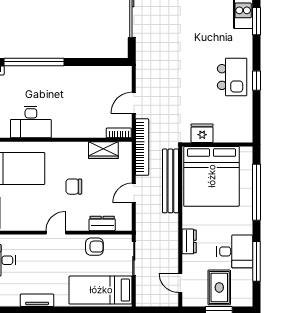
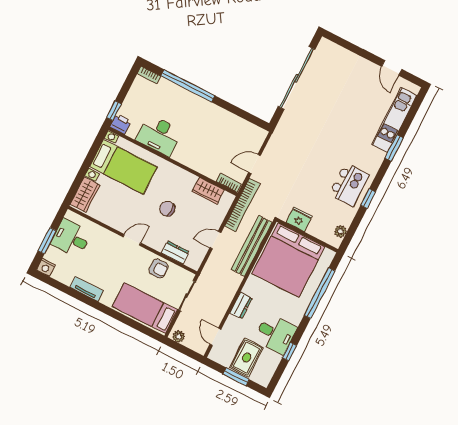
plant: (246, 125) -> (340, 231), added
window: (257, 261) -> (290, 352), width x0.46
plant: (146, 300) -> (179, 336), added

